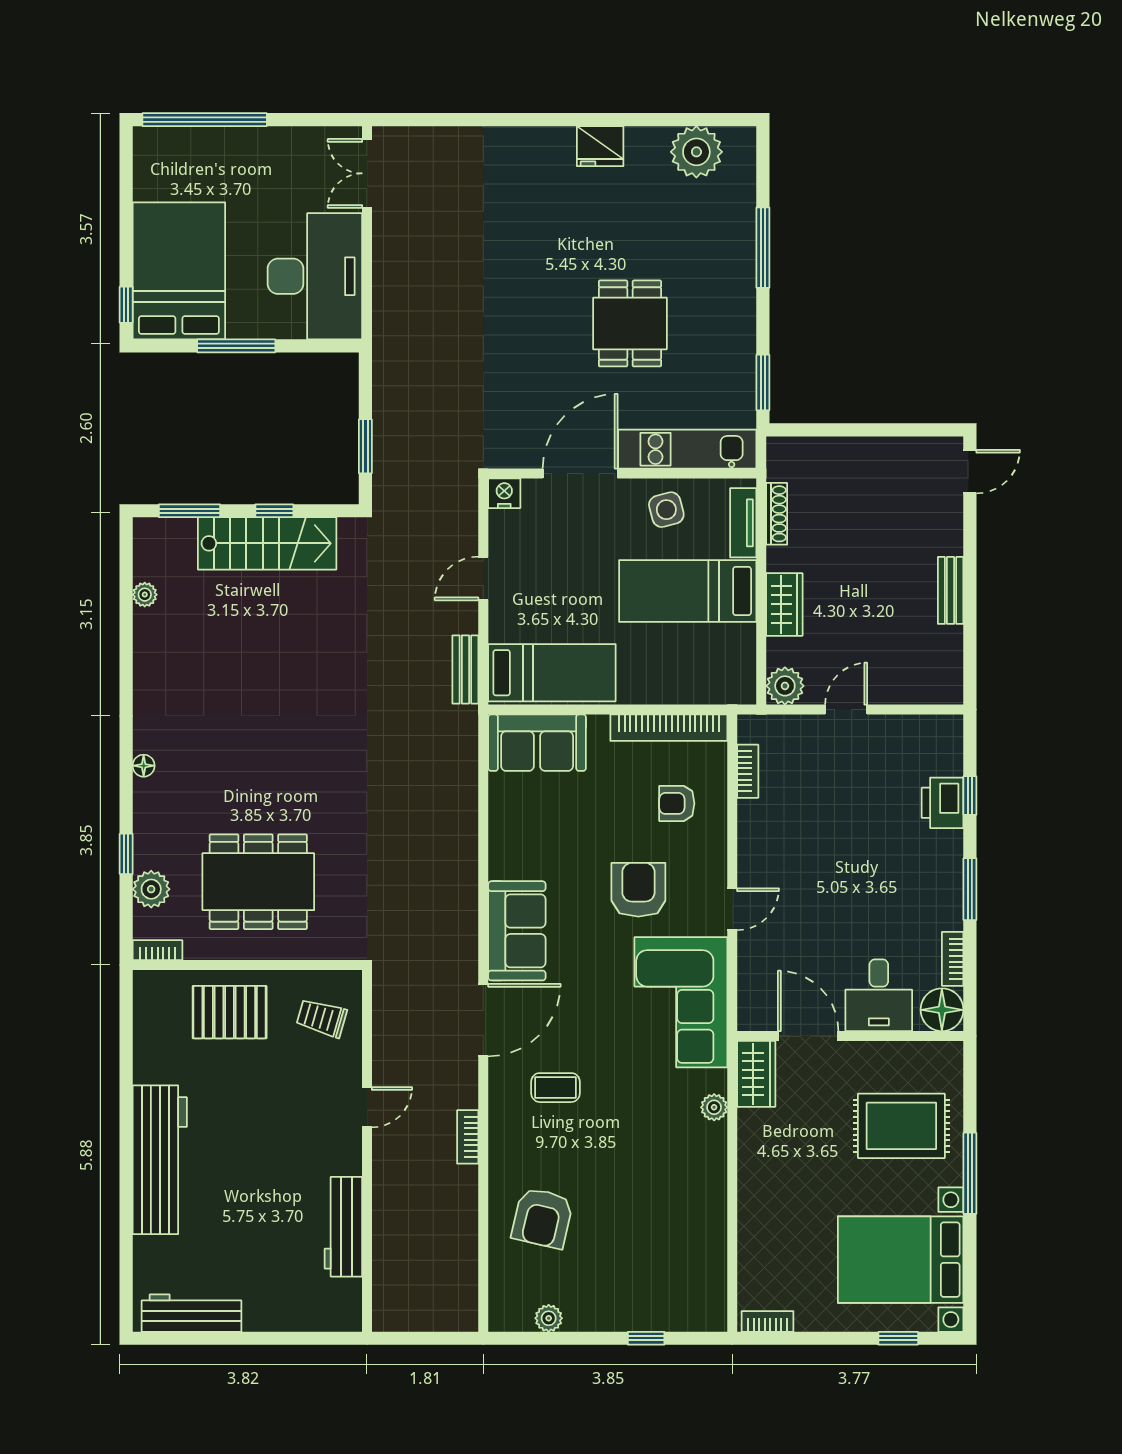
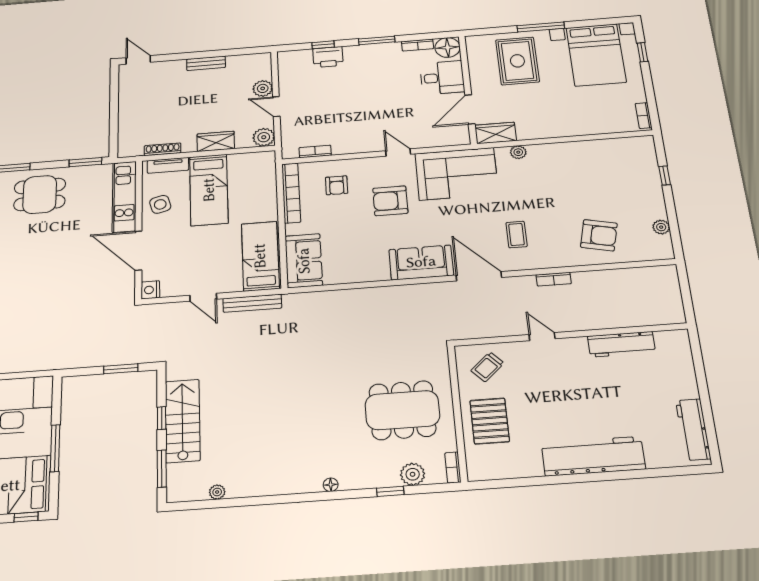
dining table: (630, 323) -> (40, 194), moved
bench: (465, 669) -> (252, 303), width x1.36
plant: (887, 687) -> (263, 88), added
dining table: (258, 882) -> (402, 410), turned 90
trolley: (322, 1018) -> (488, 367), turned 31

